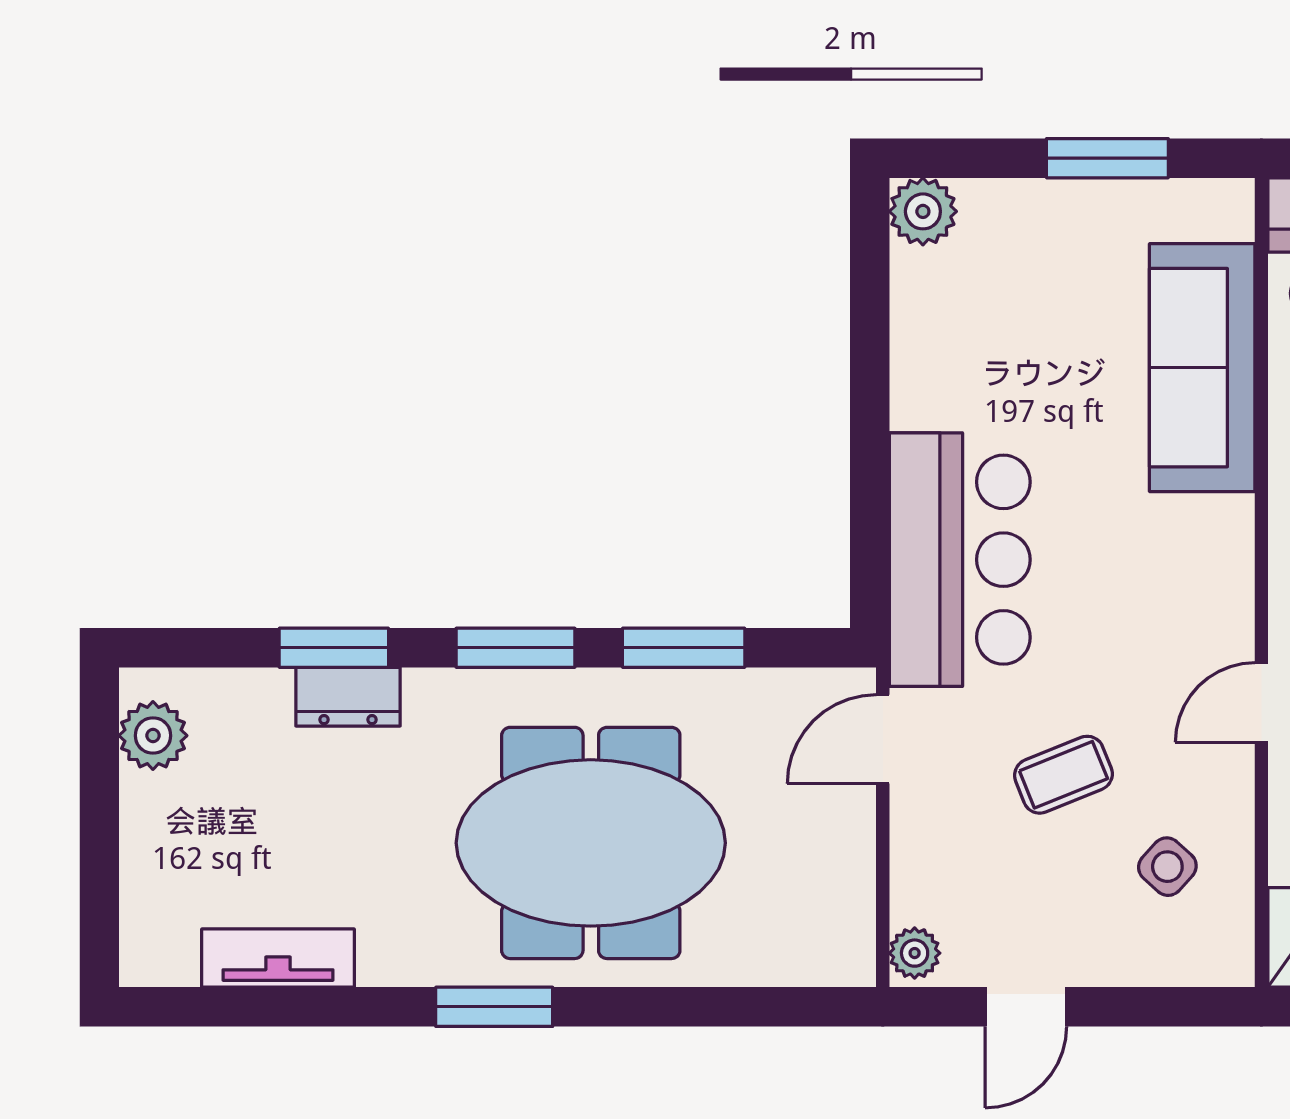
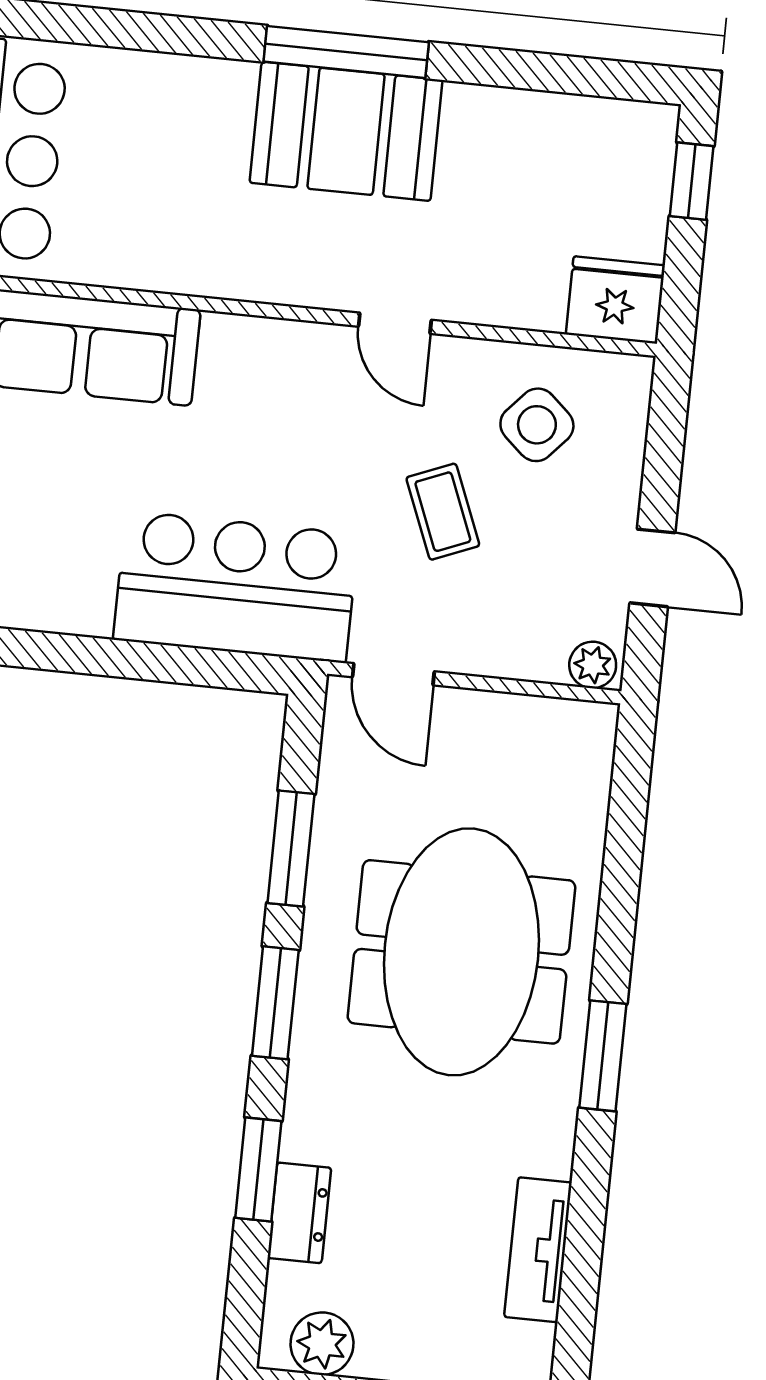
dresser: (348, 697) -> (299, 1213), moved
side table: (1167, 867) -> (537, 425), width x1.37, depth x1.37

